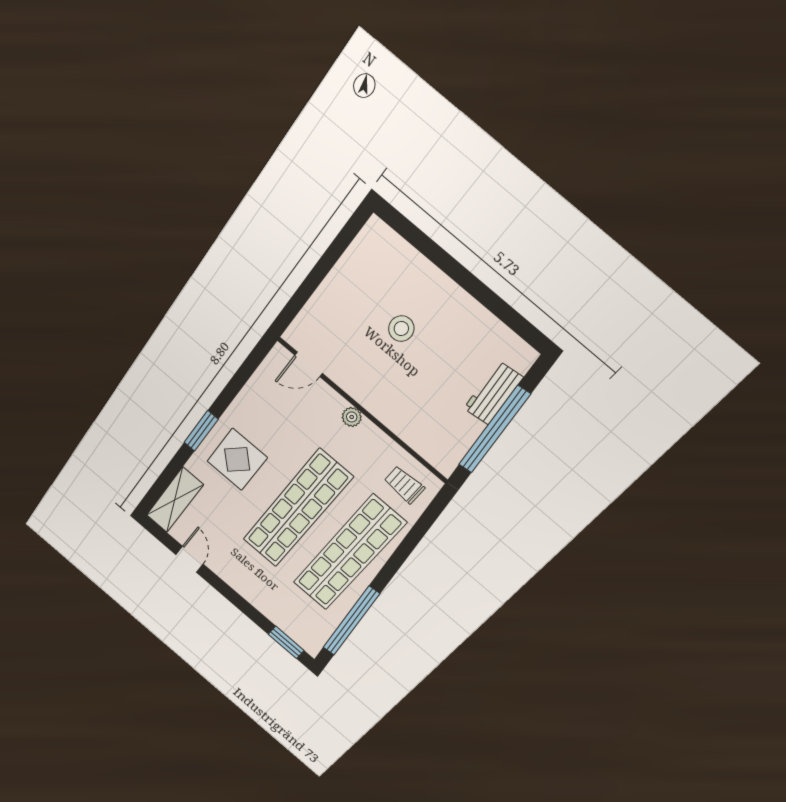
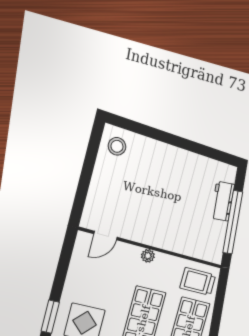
stool: (401, 329) -> (117, 146), moved
trolley: (404, 485) -> (198, 282), width x1.36, depth x1.39

